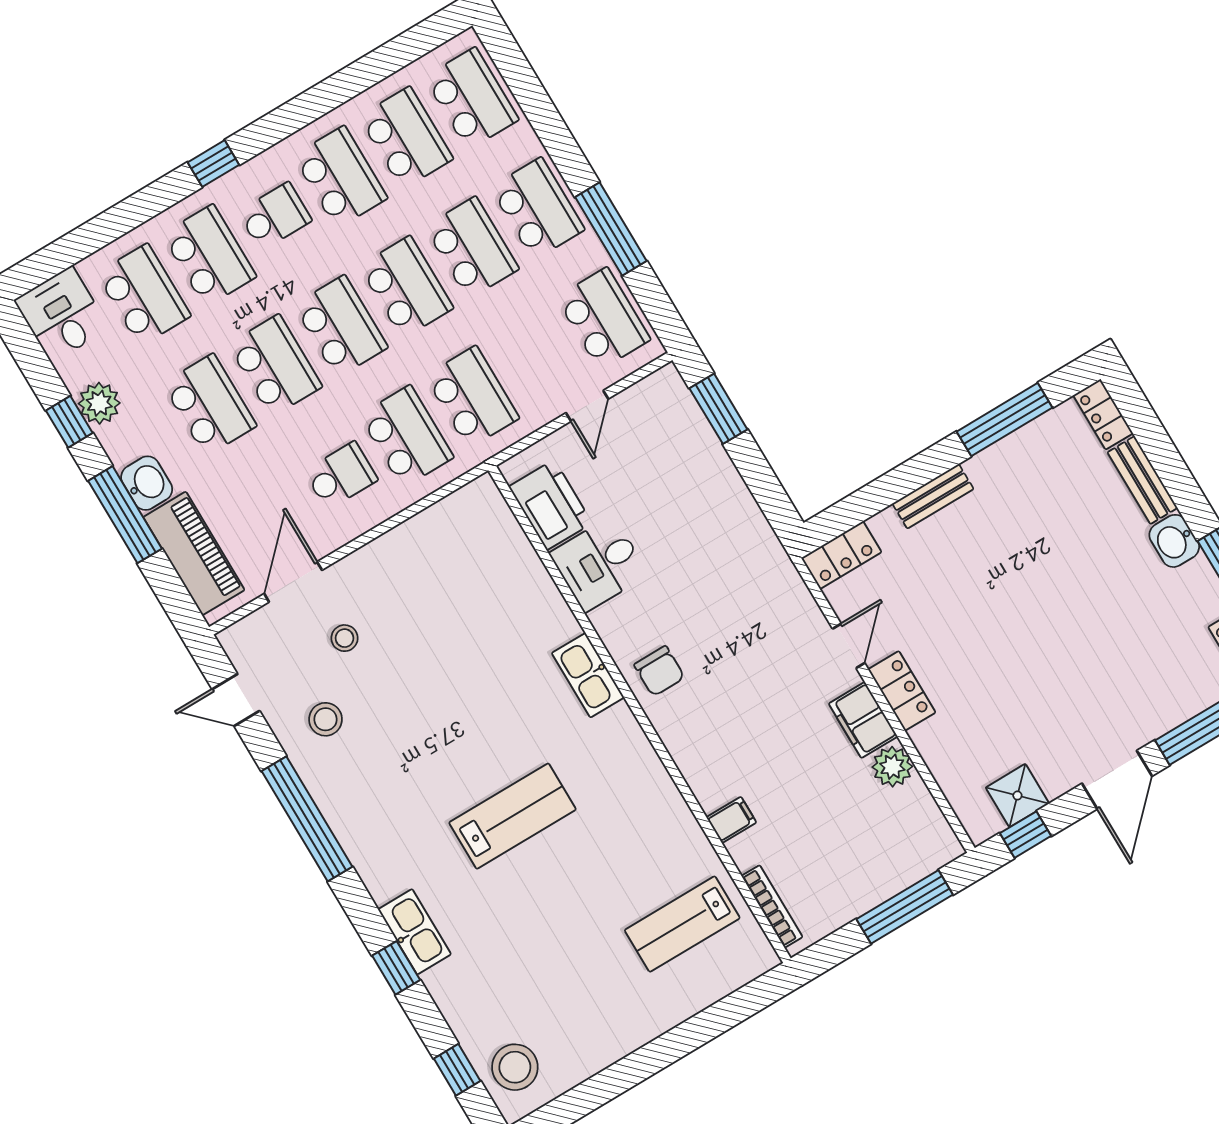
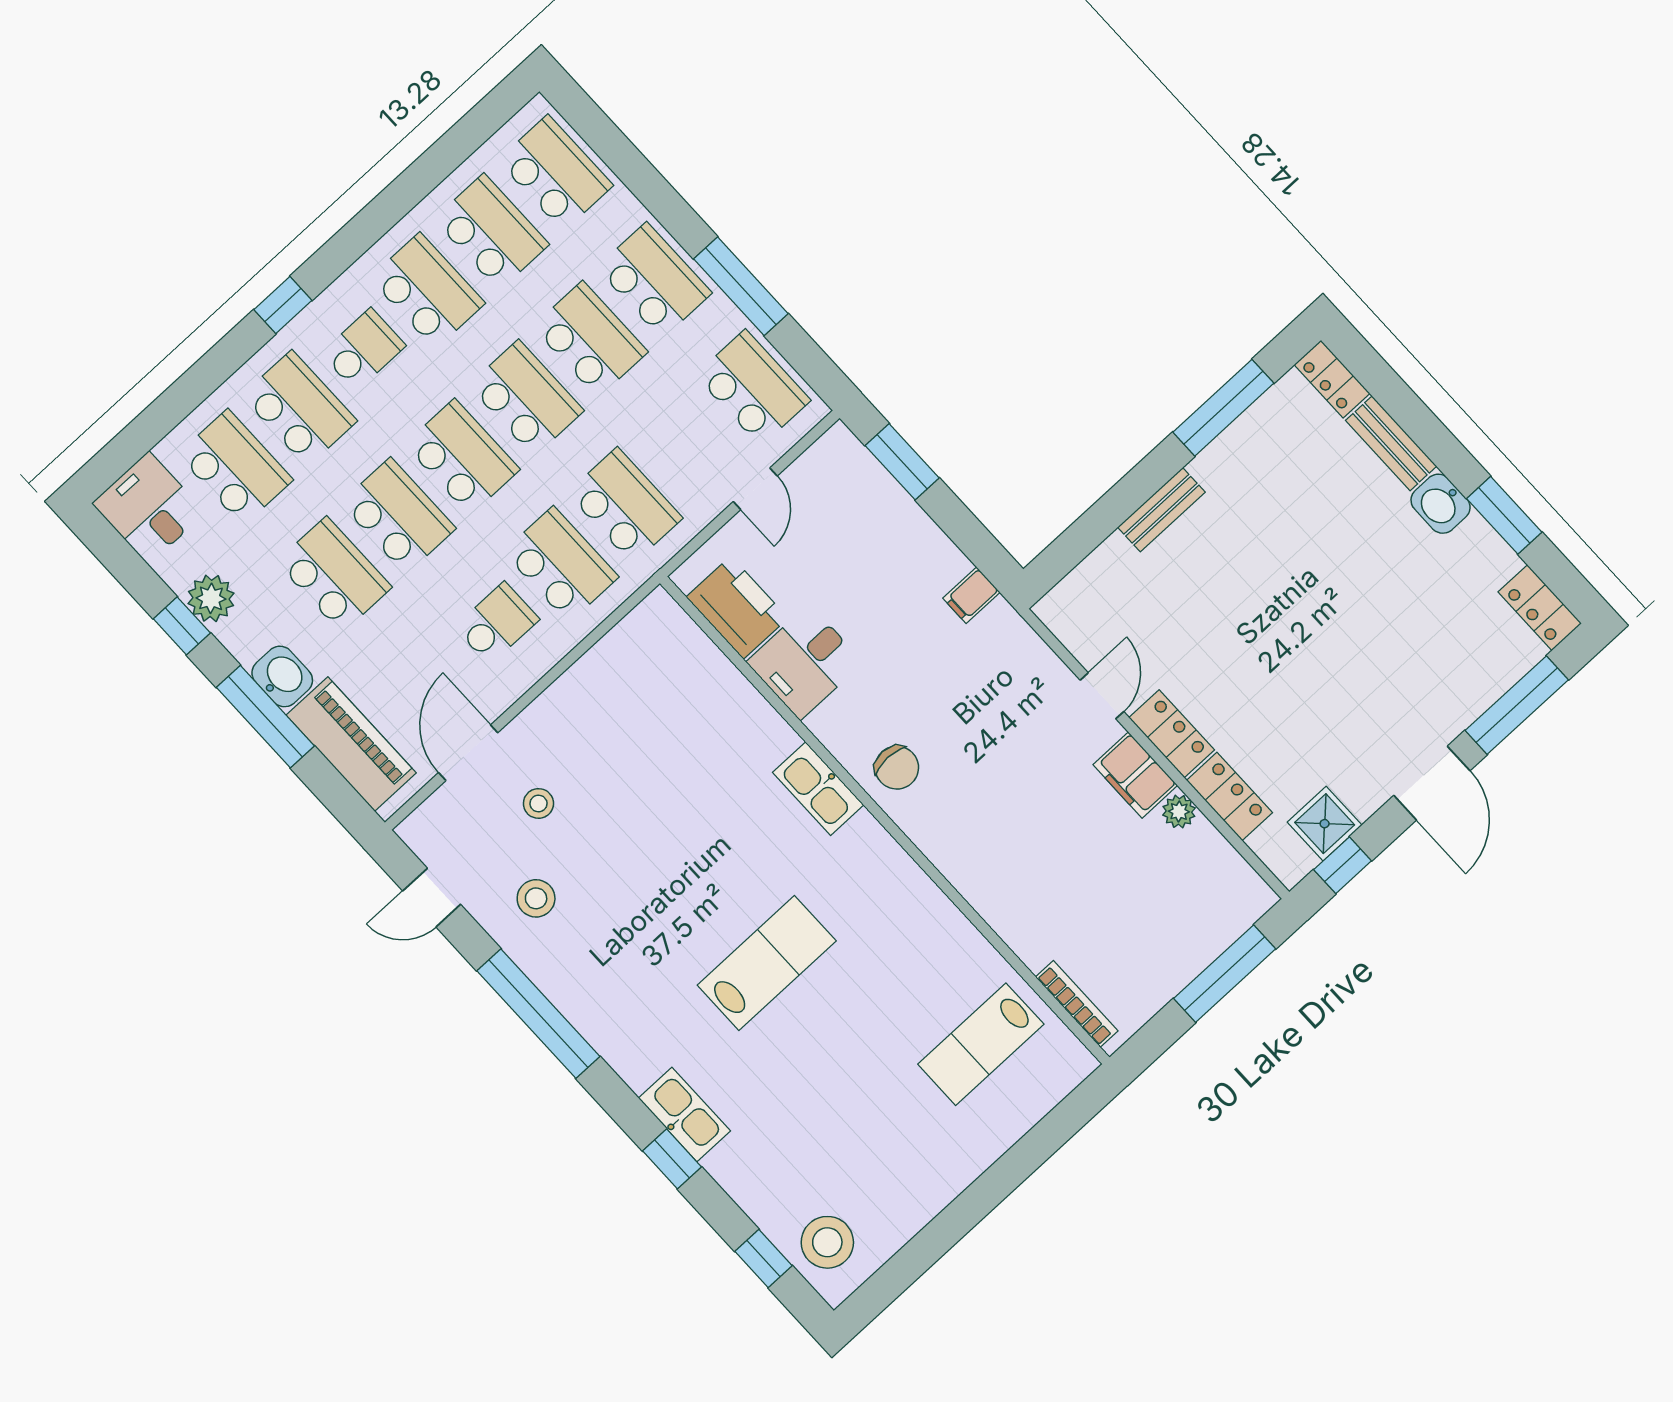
locker: (841, 555) -> (1229, 797), moved, turned -90
plant: (892, 767) -> (1179, 811), width x0.73, depth x0.73
filing cabinet: (731, 820) -> (971, 595), moved, turned 180

